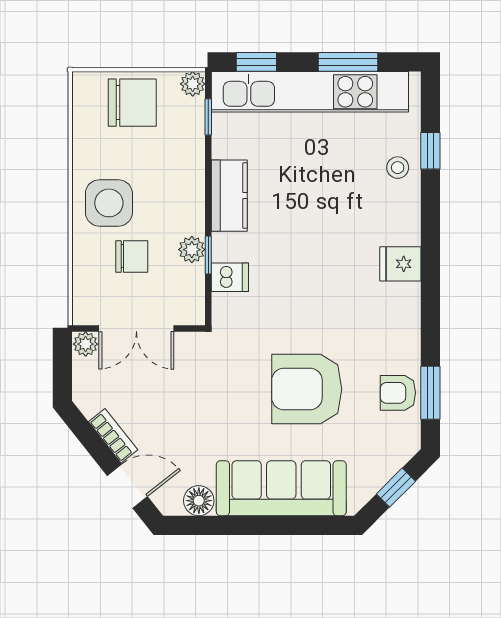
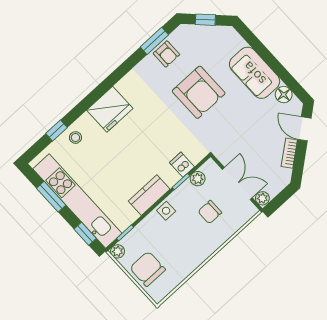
side table: (109, 203) -> (166, 211), moved, width x0.54, depth x0.54
plant: (192, 250) -> (198, 179), moved
chair: (132, 256) -> (210, 212), turned -90
fridge: (400, 264) -> (110, 109), width x1.88, depth x1.34
sofa: (281, 488) -> (255, 73), width x0.73

